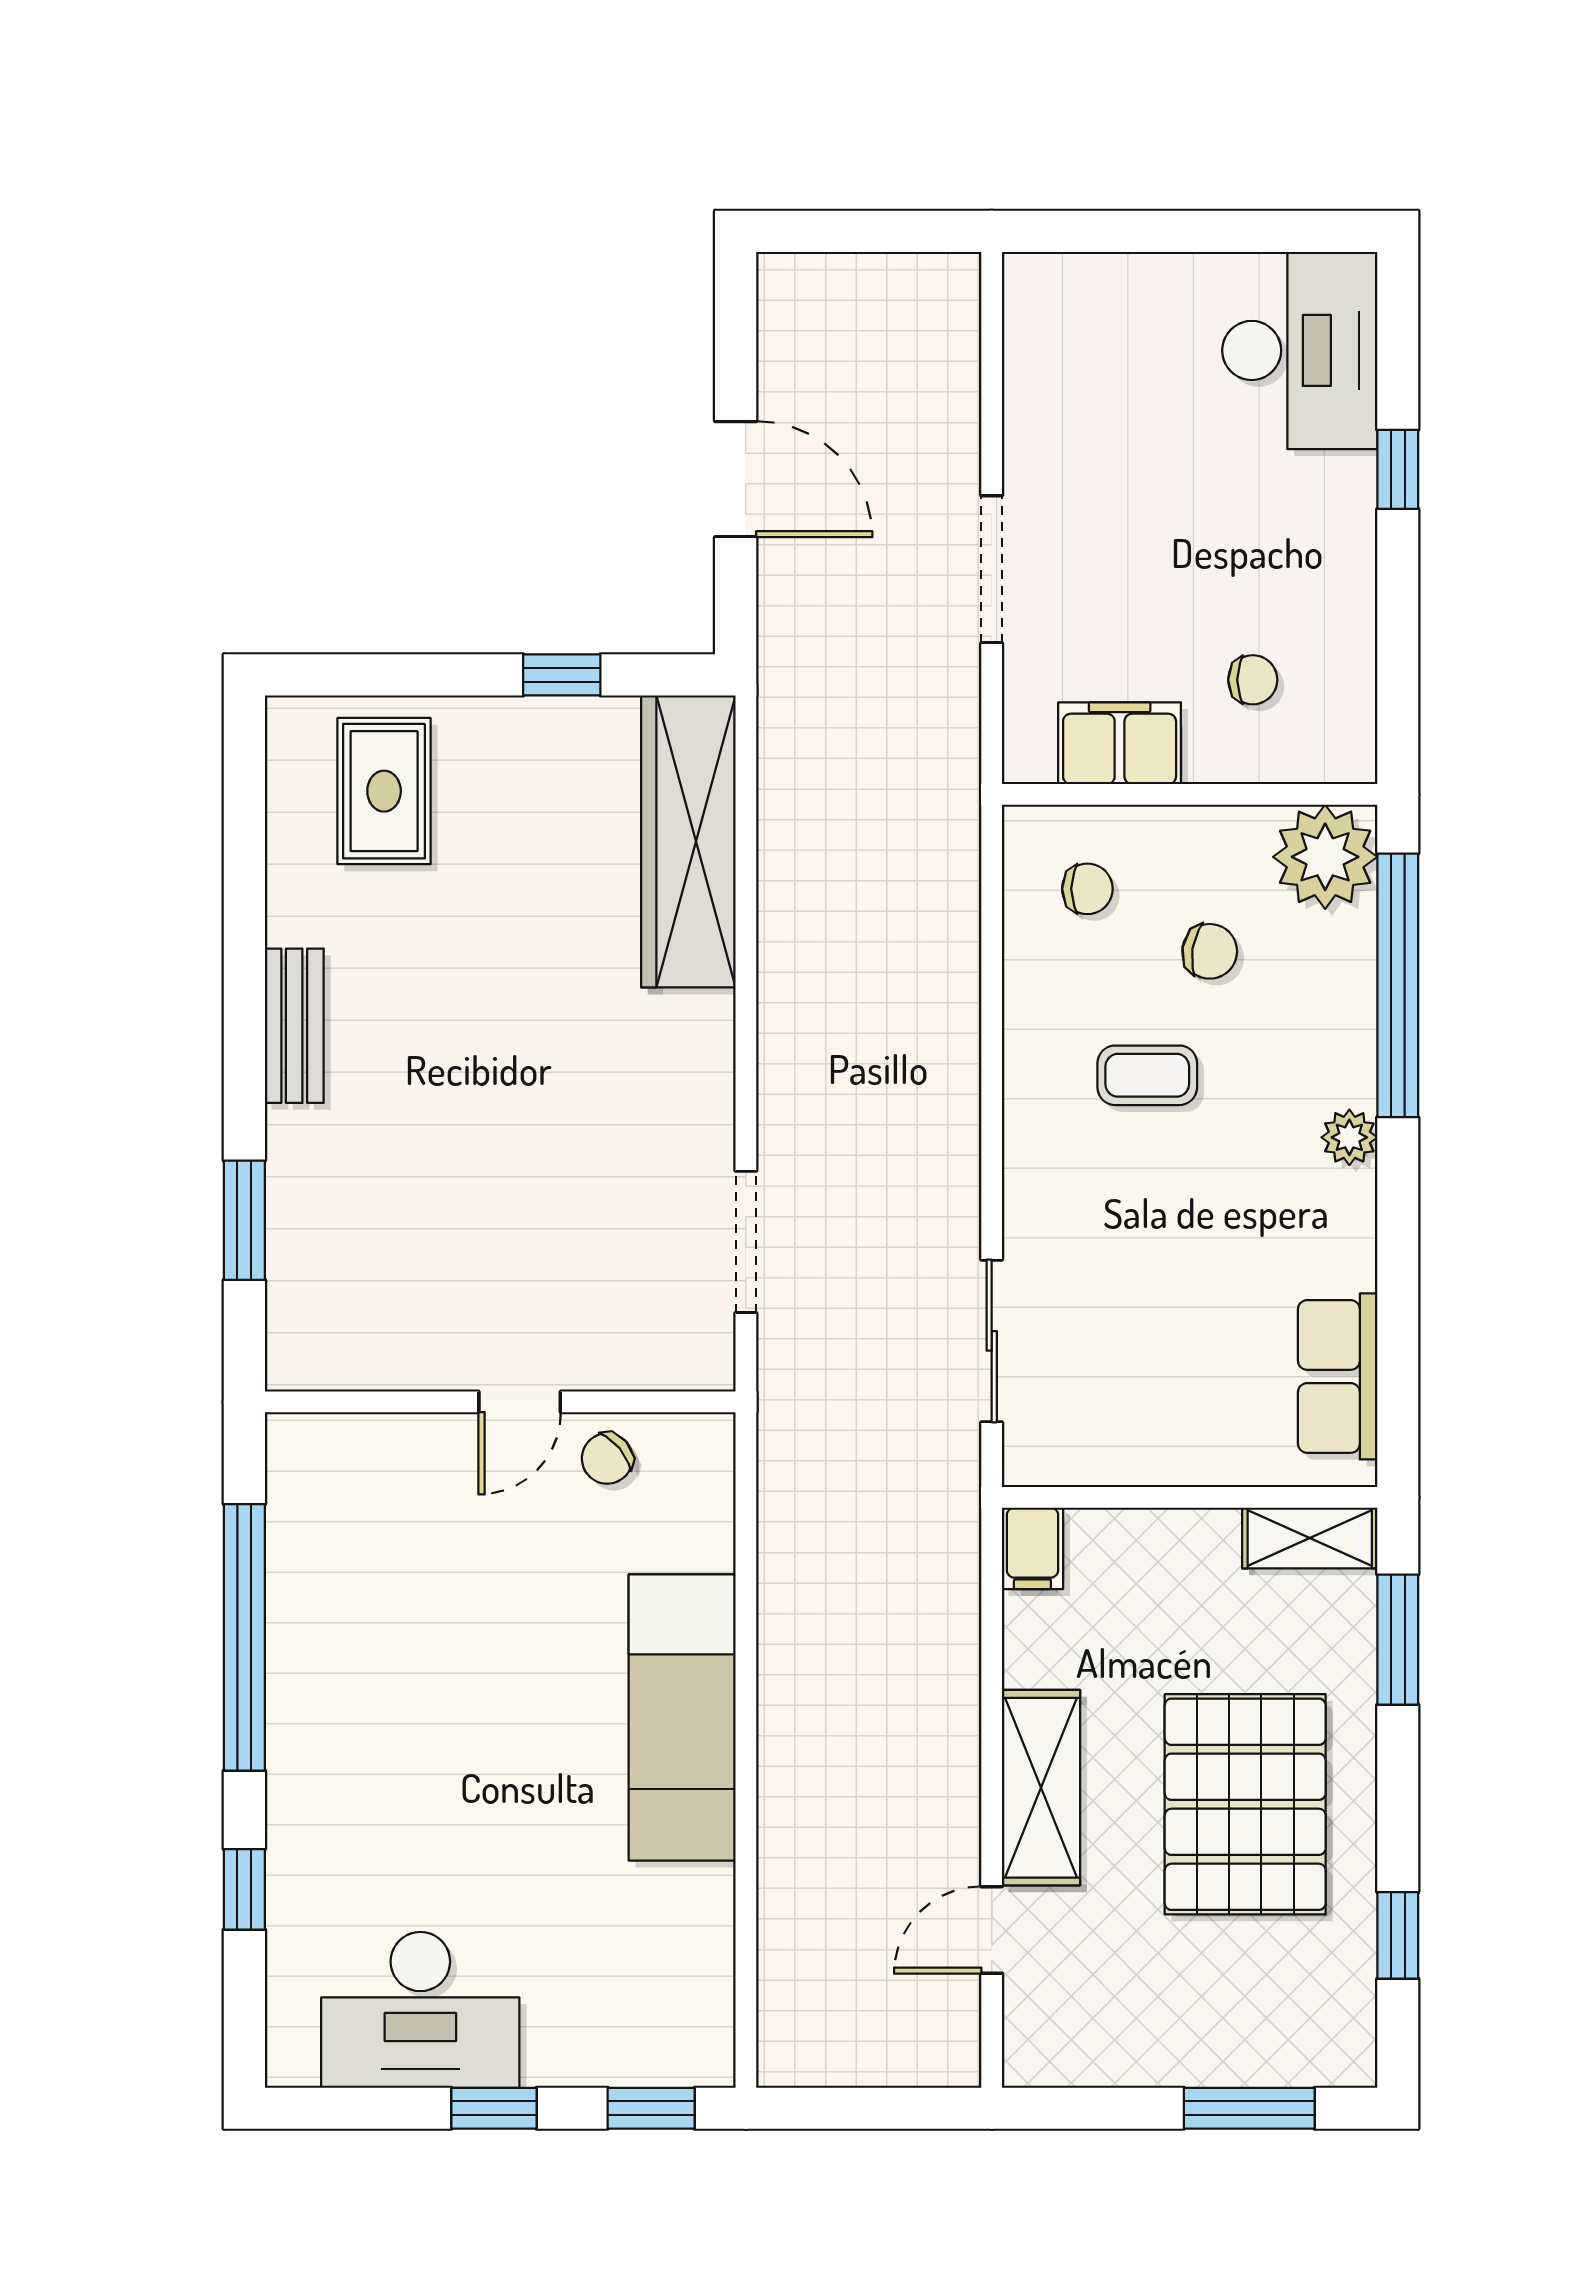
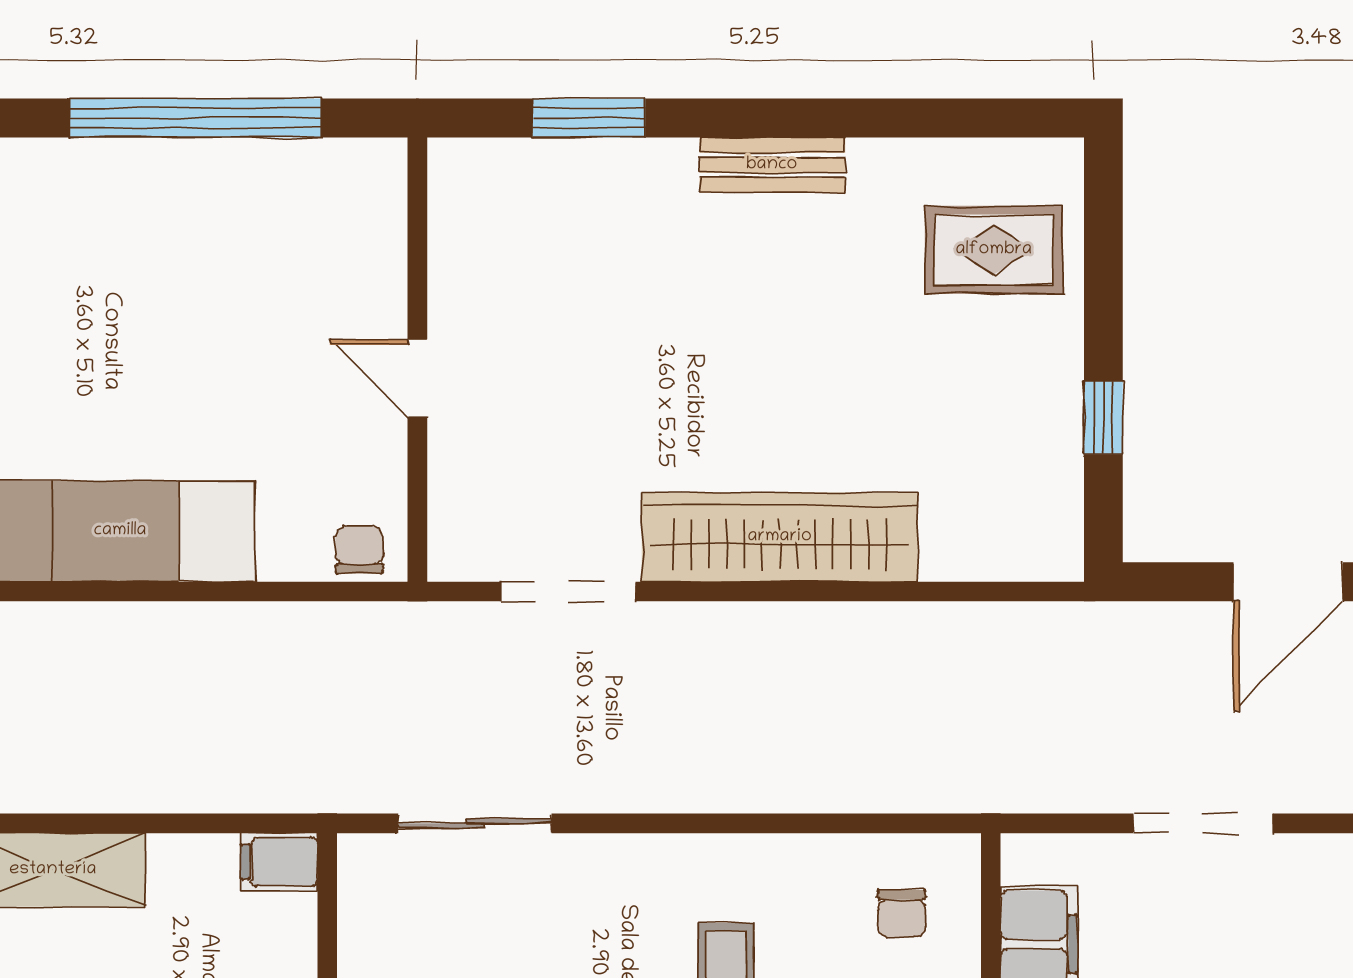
wardrobe: (688, 841) -> (780, 537), moved
chair: (607, 1458) -> (359, 550), moved, turned 40

